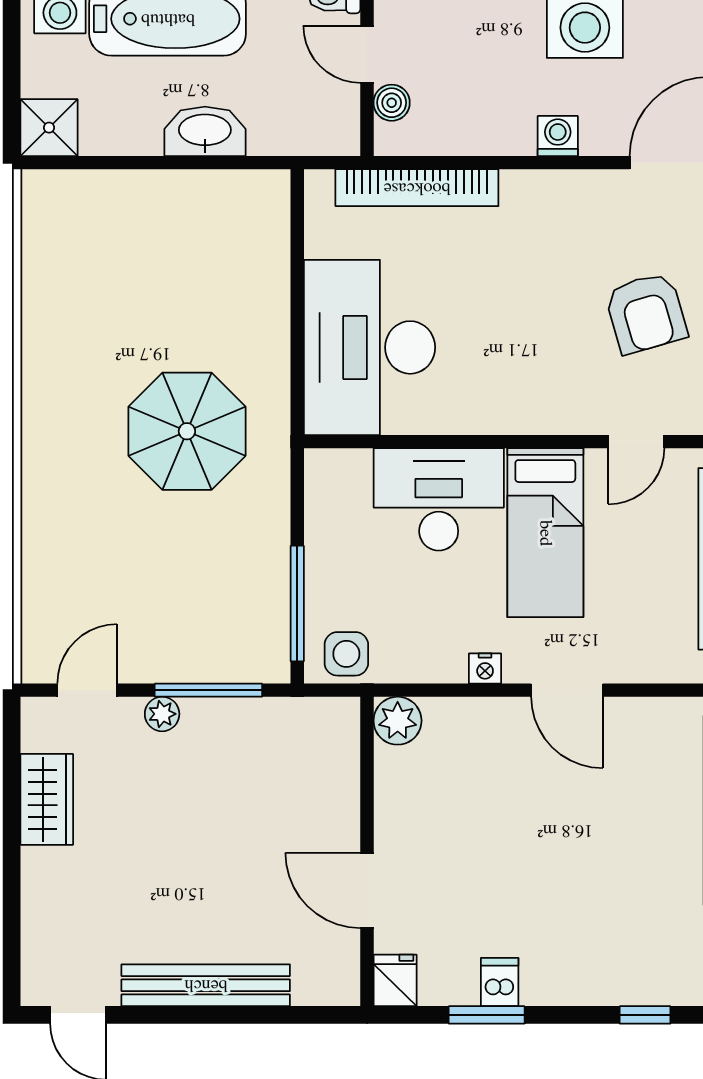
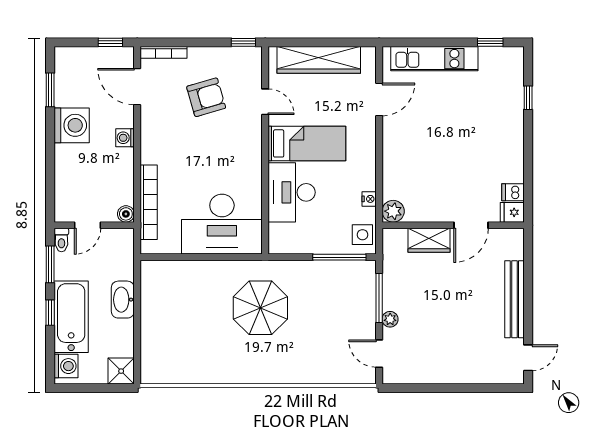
boiler: (392, 103) -> (126, 214), moved
nightstand: (485, 668) -> (369, 199), moved
door: (567, 690) -> (379, 99), moved
wardrobe: (47, 799) -> (429, 240), moved, turned 180
dishwasher: (500, 982) -> (513, 192), moved
window: (487, 1015) -> (528, 170), removed

